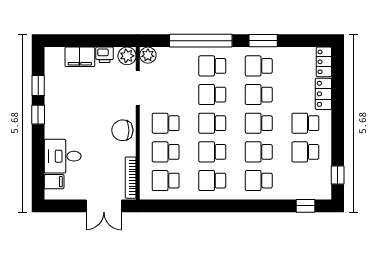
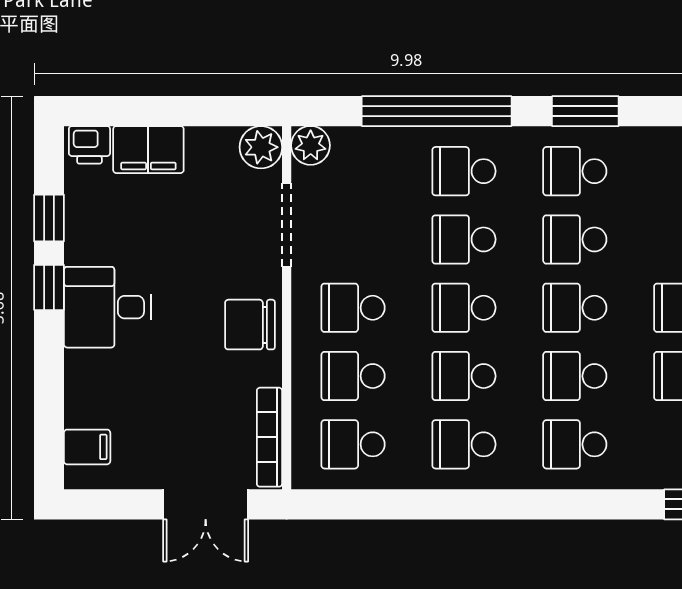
printer: (105, 55) -> (89, 145), moved
desk: (63, 156) -> (107, 307), moved

